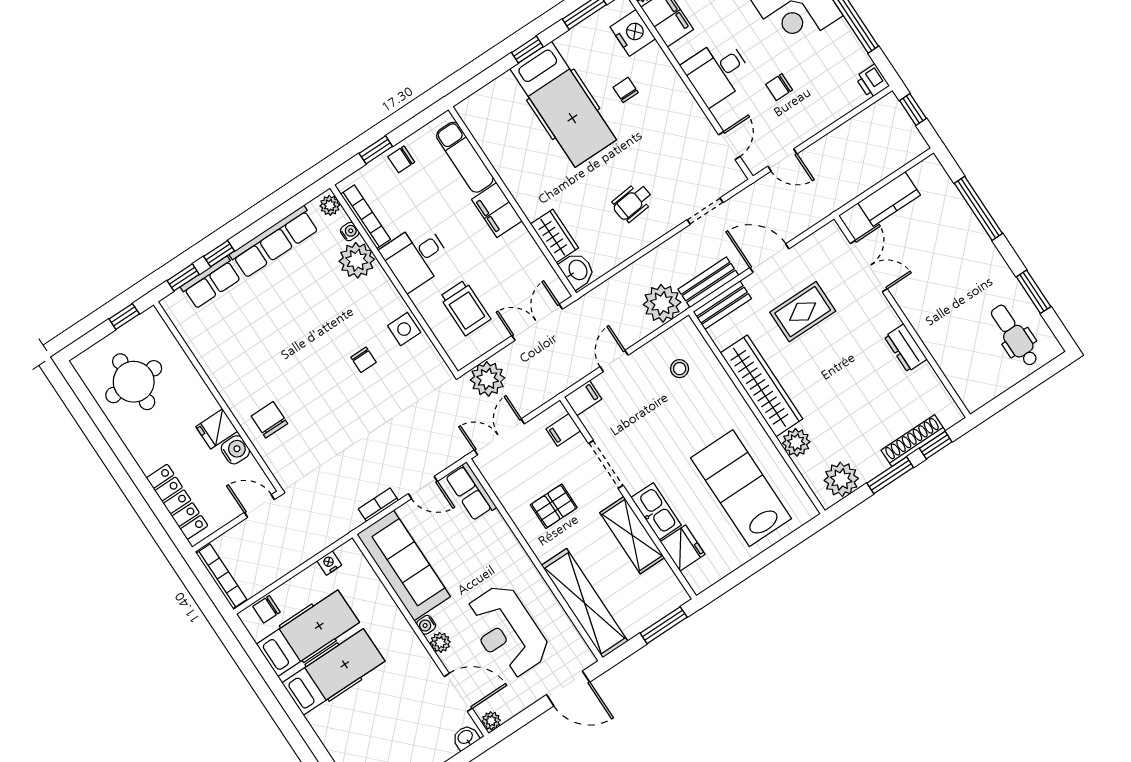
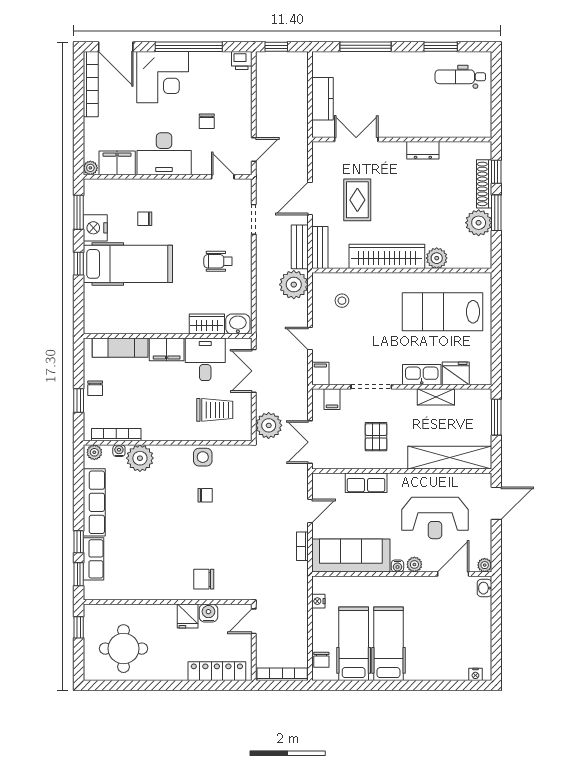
nightstand: (633, 33) -> (95, 228), moved, turned -90
desk: (717, 72) -> (164, 154), width x1.37
wheelchair: (632, 202) -> (218, 261), turned 96
desk: (416, 257) -> (205, 359), moved, turned 180
plant: (841, 479) -> (479, 223), moved
row of seats: (471, 492) -> (366, 483), moved
shelving: (632, 535) -> (436, 397), width x0.67, depth x0.75

